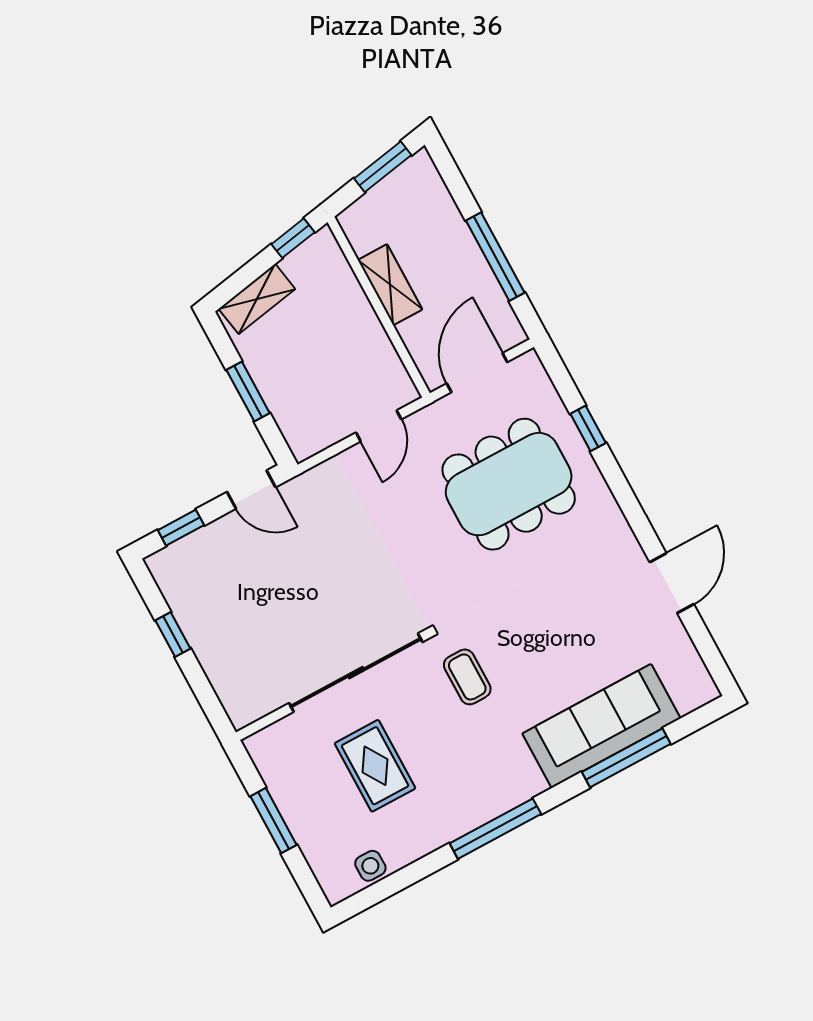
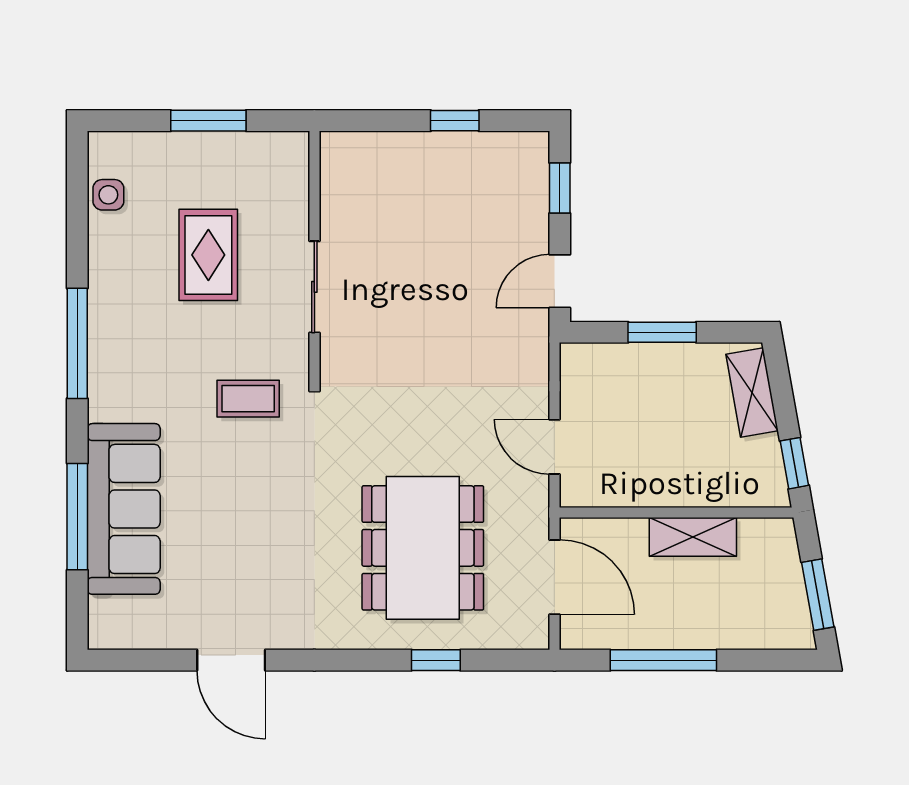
sliding door: (356, 673) -> (314, 287), width x0.54
rug: (375, 766) -> (208, 255), turned 90

